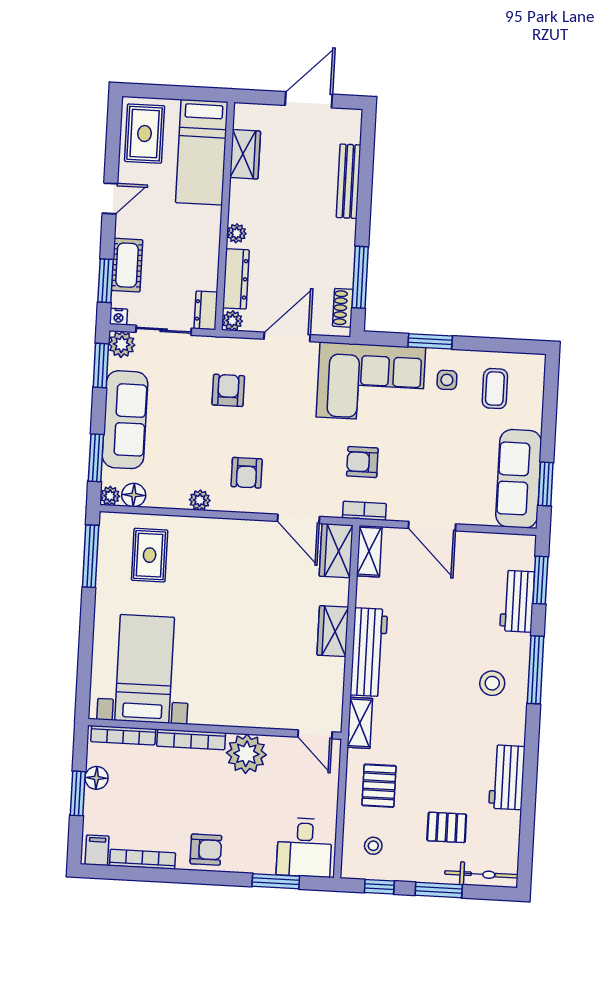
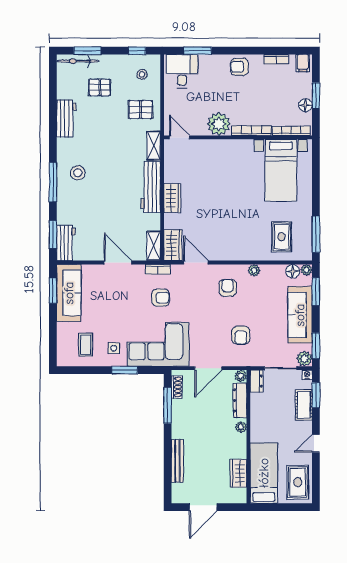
workbench: (517, 601) -> (66, 243), moved
pallet: (379, 786) -> (141, 110), turned 90
bookcase: (142, 859) -> (276, 59), width x0.64
window: (439, 890) -> (87, 51), moved

